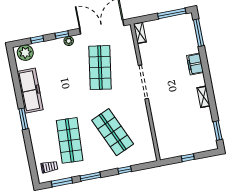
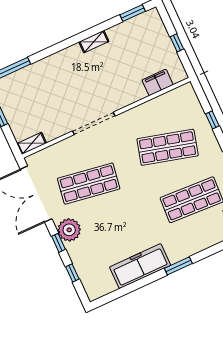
plant: (69, 41) -> (69, 230), width x1.87, depth x1.87
plant: (25, 53) -> (93, 284), removed
filing cabinet: (195, 64) -> (158, 82), moved, turned 180
shop shelf: (113, 132) -> (168, 147), turned 39

